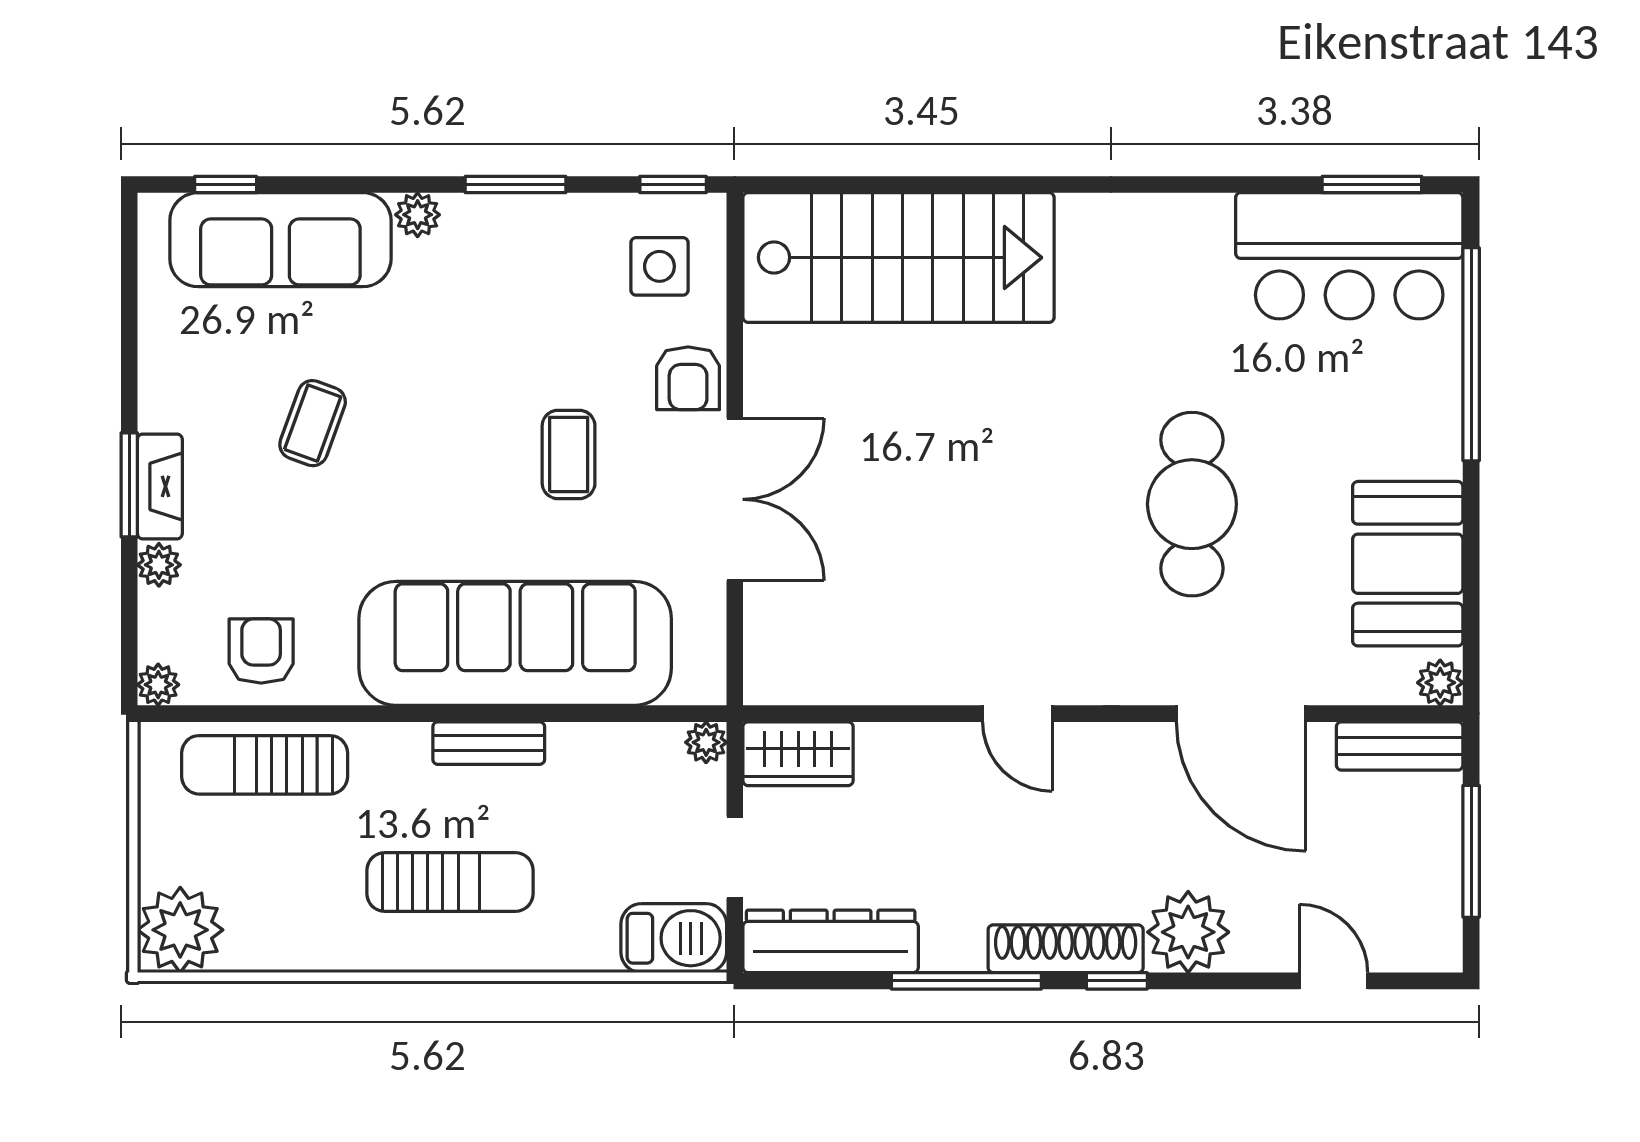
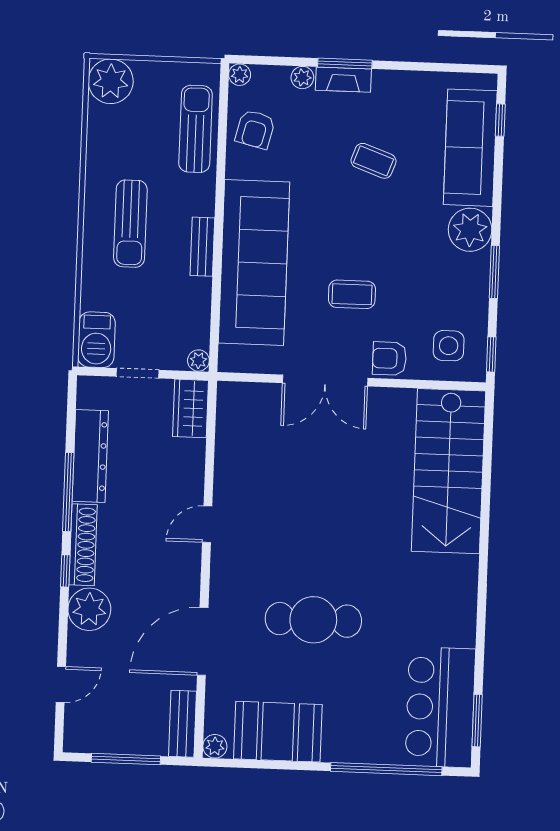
plant: (418, 215) -> (470, 230), width x1.88, depth x1.88
armchair: (261, 651) -> (255, 129), turned 104
dresser: (831, 941) -> (90, 456), moved

